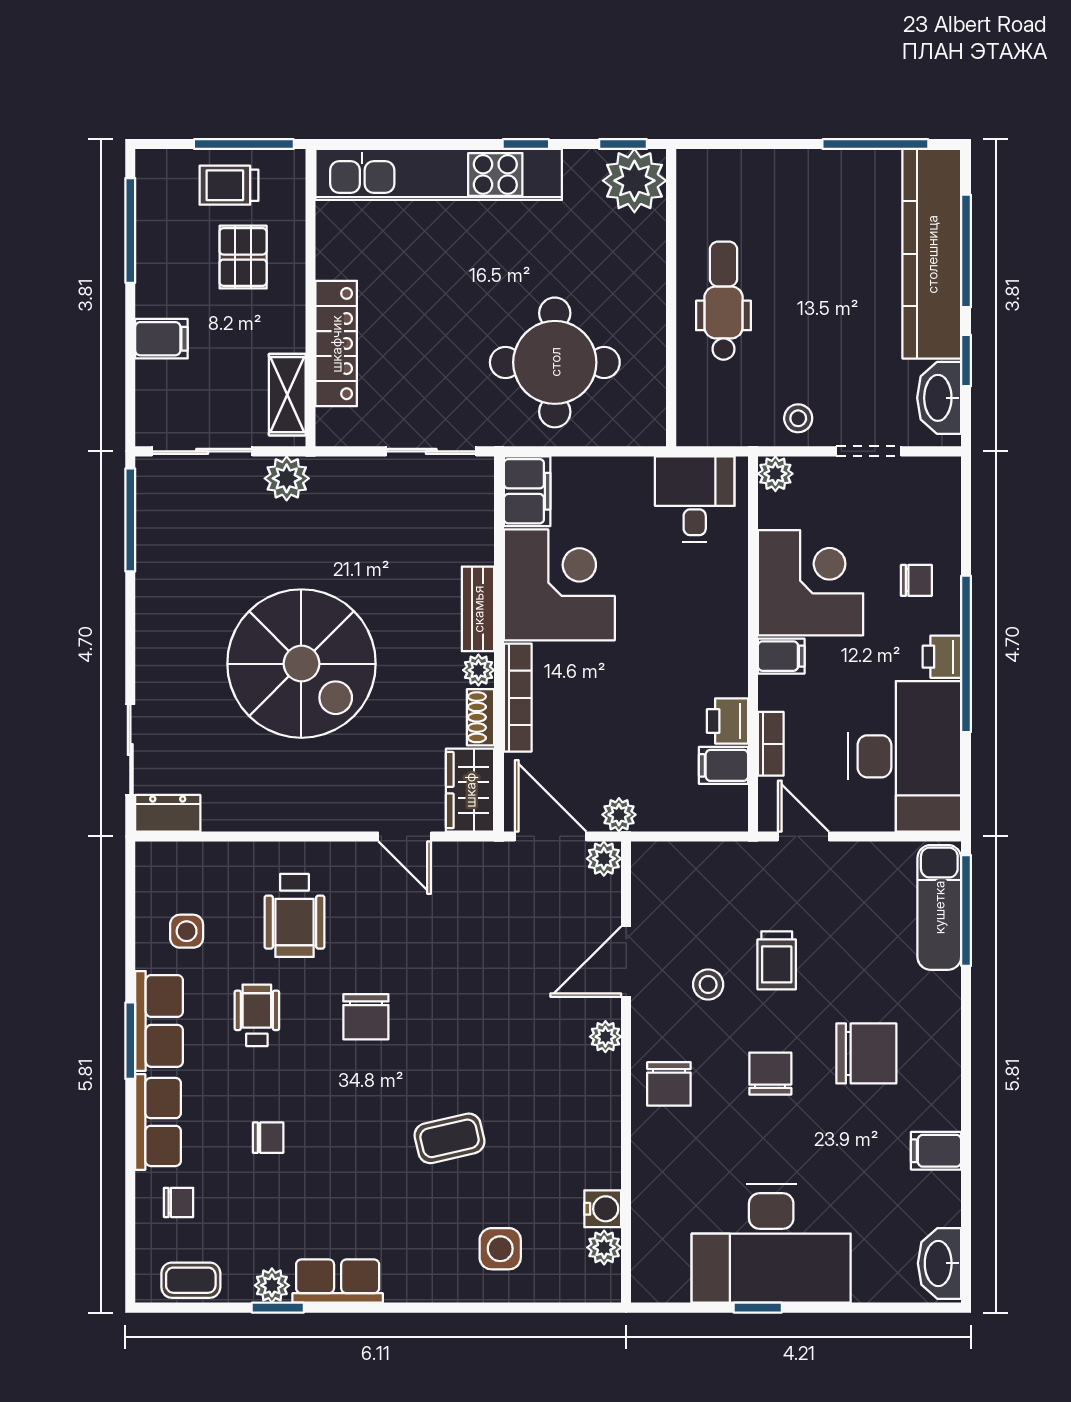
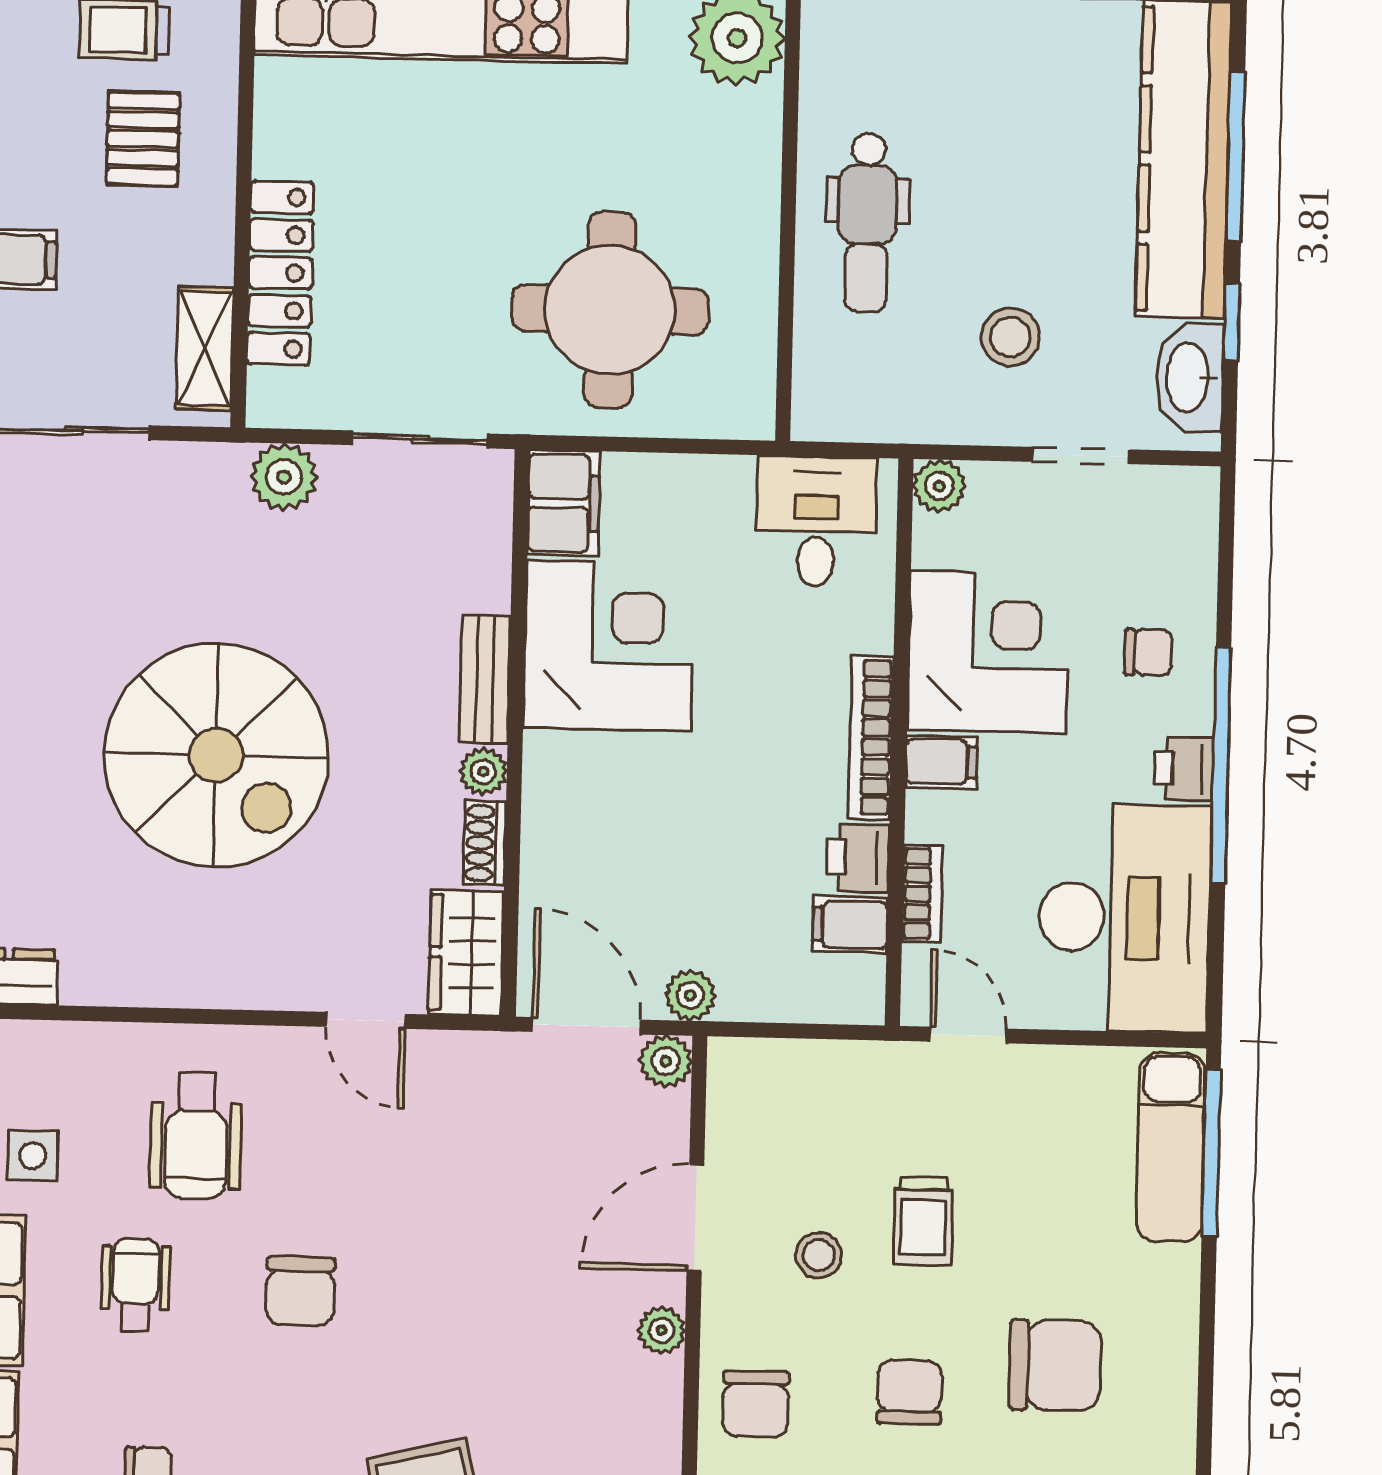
dental chair: (724, 301) -> (867, 222), turned 180
stool: (798, 418) -> (1010, 337), moved, width x1.37, depth x1.37
plant: (287, 478) -> (284, 477), moved
bookcase: (518, 698) -> (871, 737), moved, turned 180

